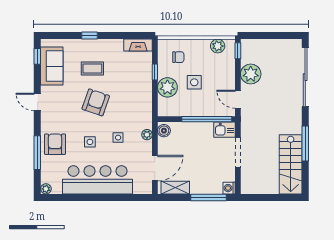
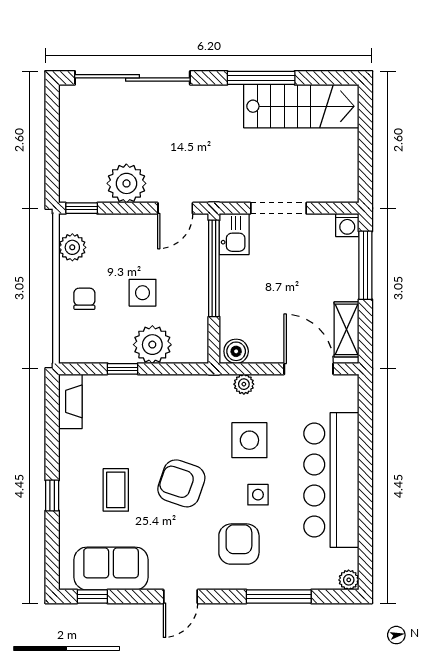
chair: (178, 57) -> (84, 299), moved
side table: (118, 138) -> (249, 440), width x1.87, depth x1.87
armchair: (55, 144) -> (239, 544), moved, turned 90

